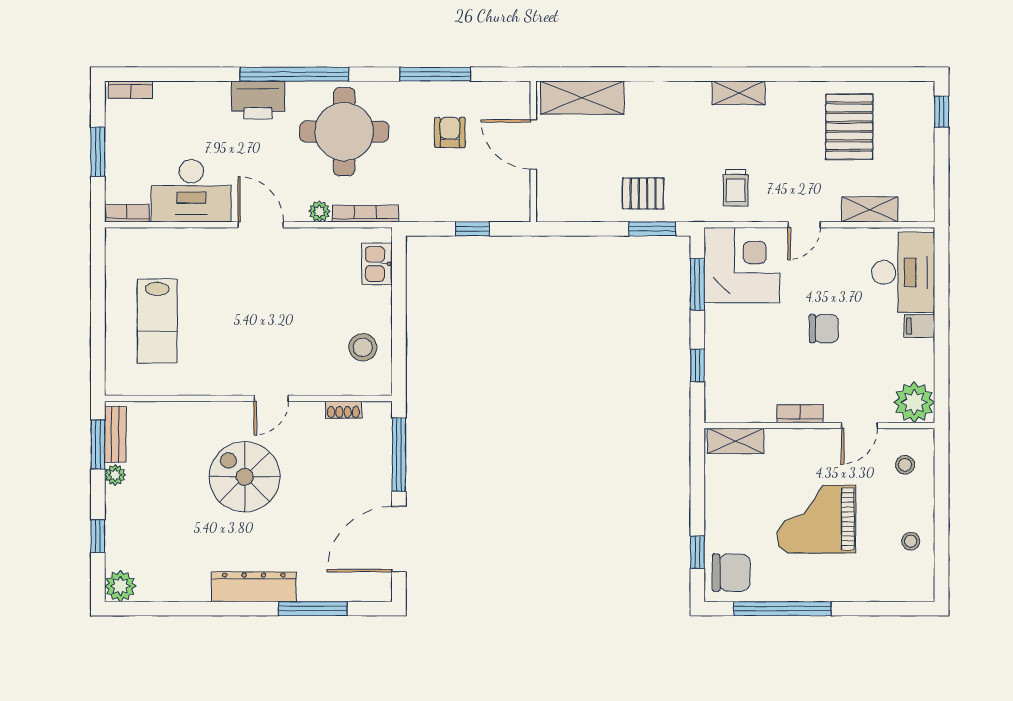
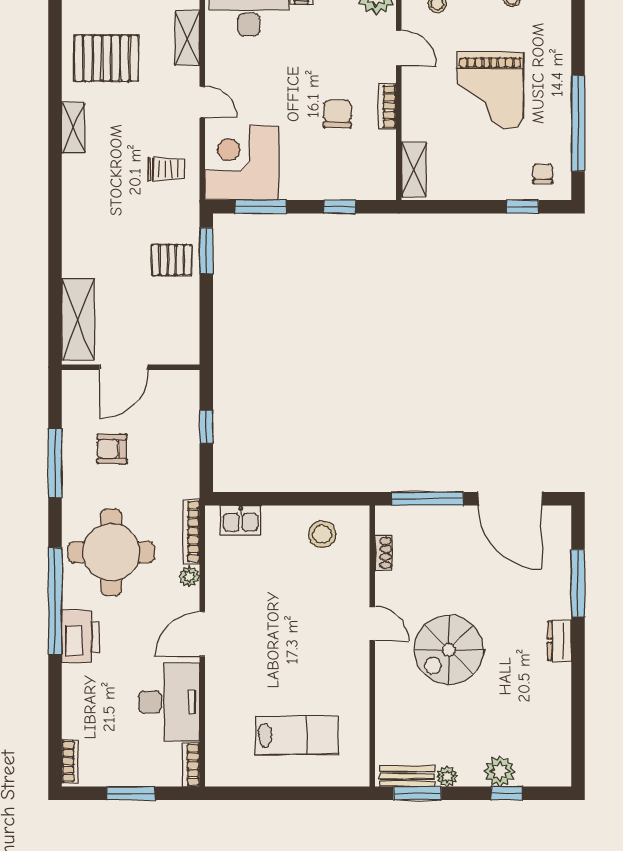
shelving: (739, 93) -> (73, 128), moved
pallet: (643, 193) -> (172, 260), turned 90
chair: (824, 329) -> (337, 114), moved
chair: (731, 573) -> (543, 174), width x0.54, depth x0.54
plant: (120, 586) -> (500, 771), moved
dresser: (254, 587) -> (559, 641), width x0.51, depth x0.80

